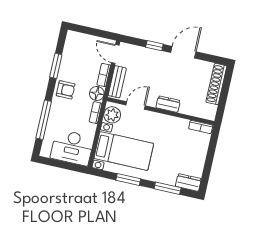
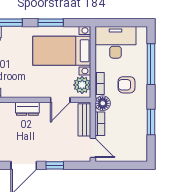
armchair: (66, 90) -> (126, 85), moved

